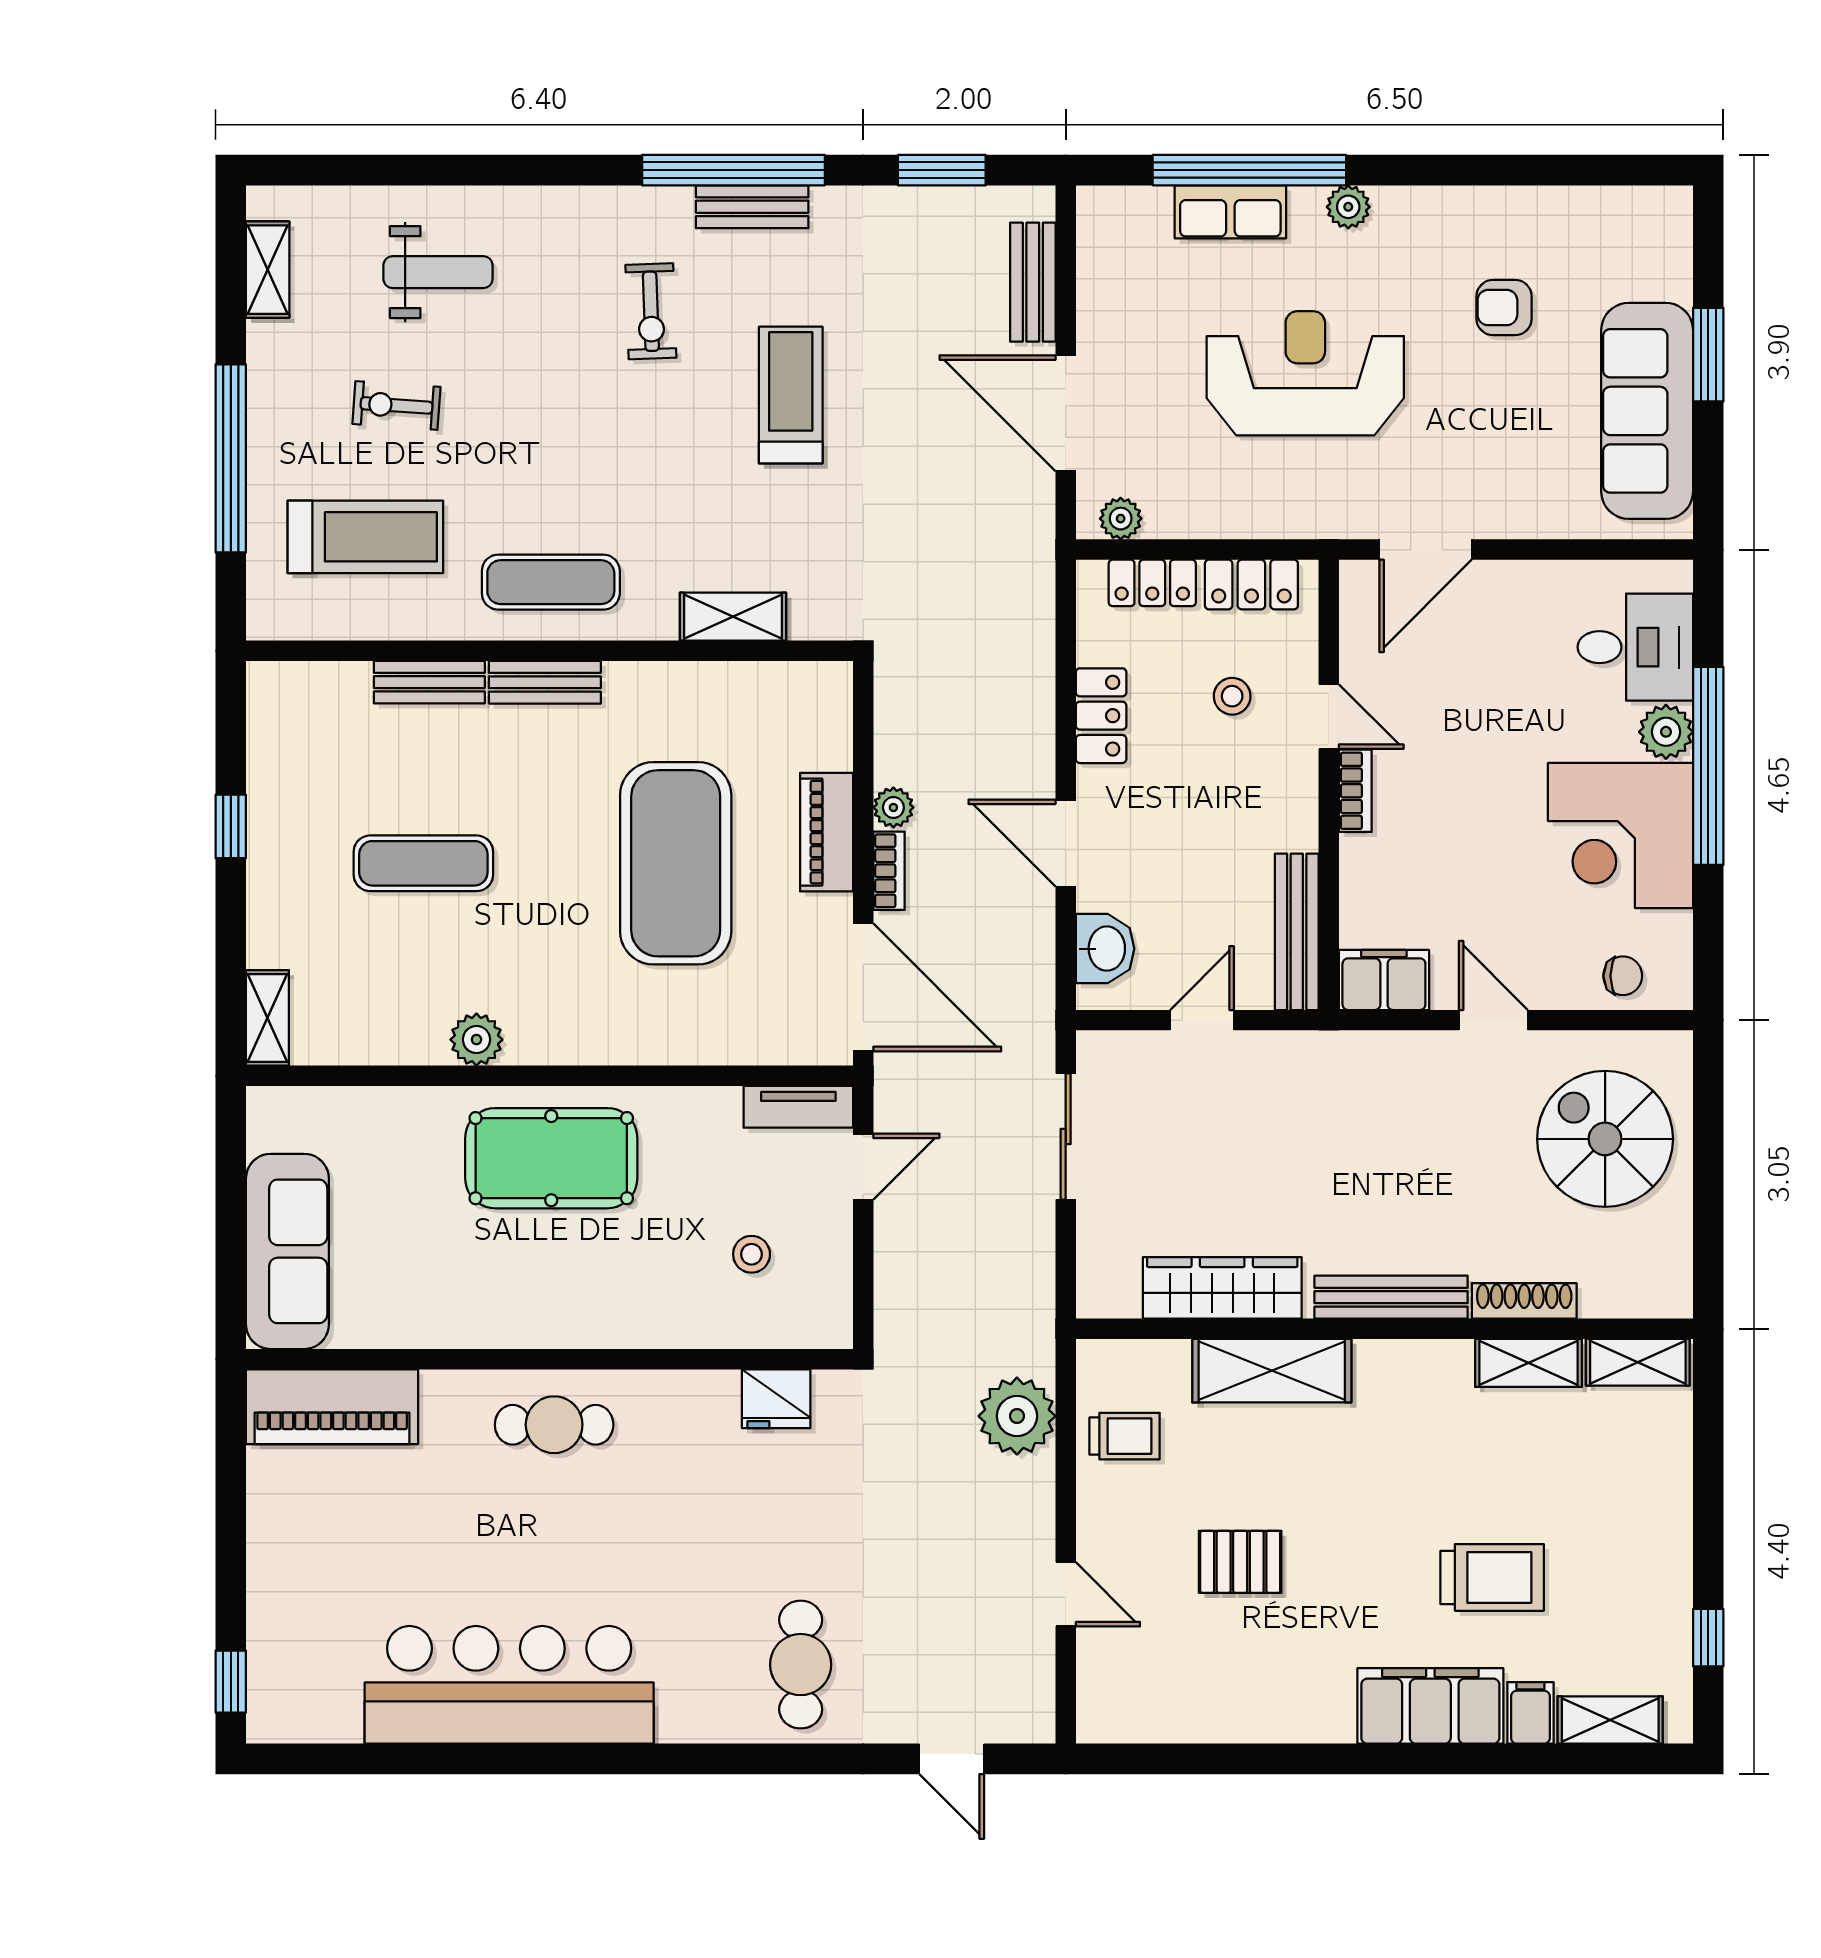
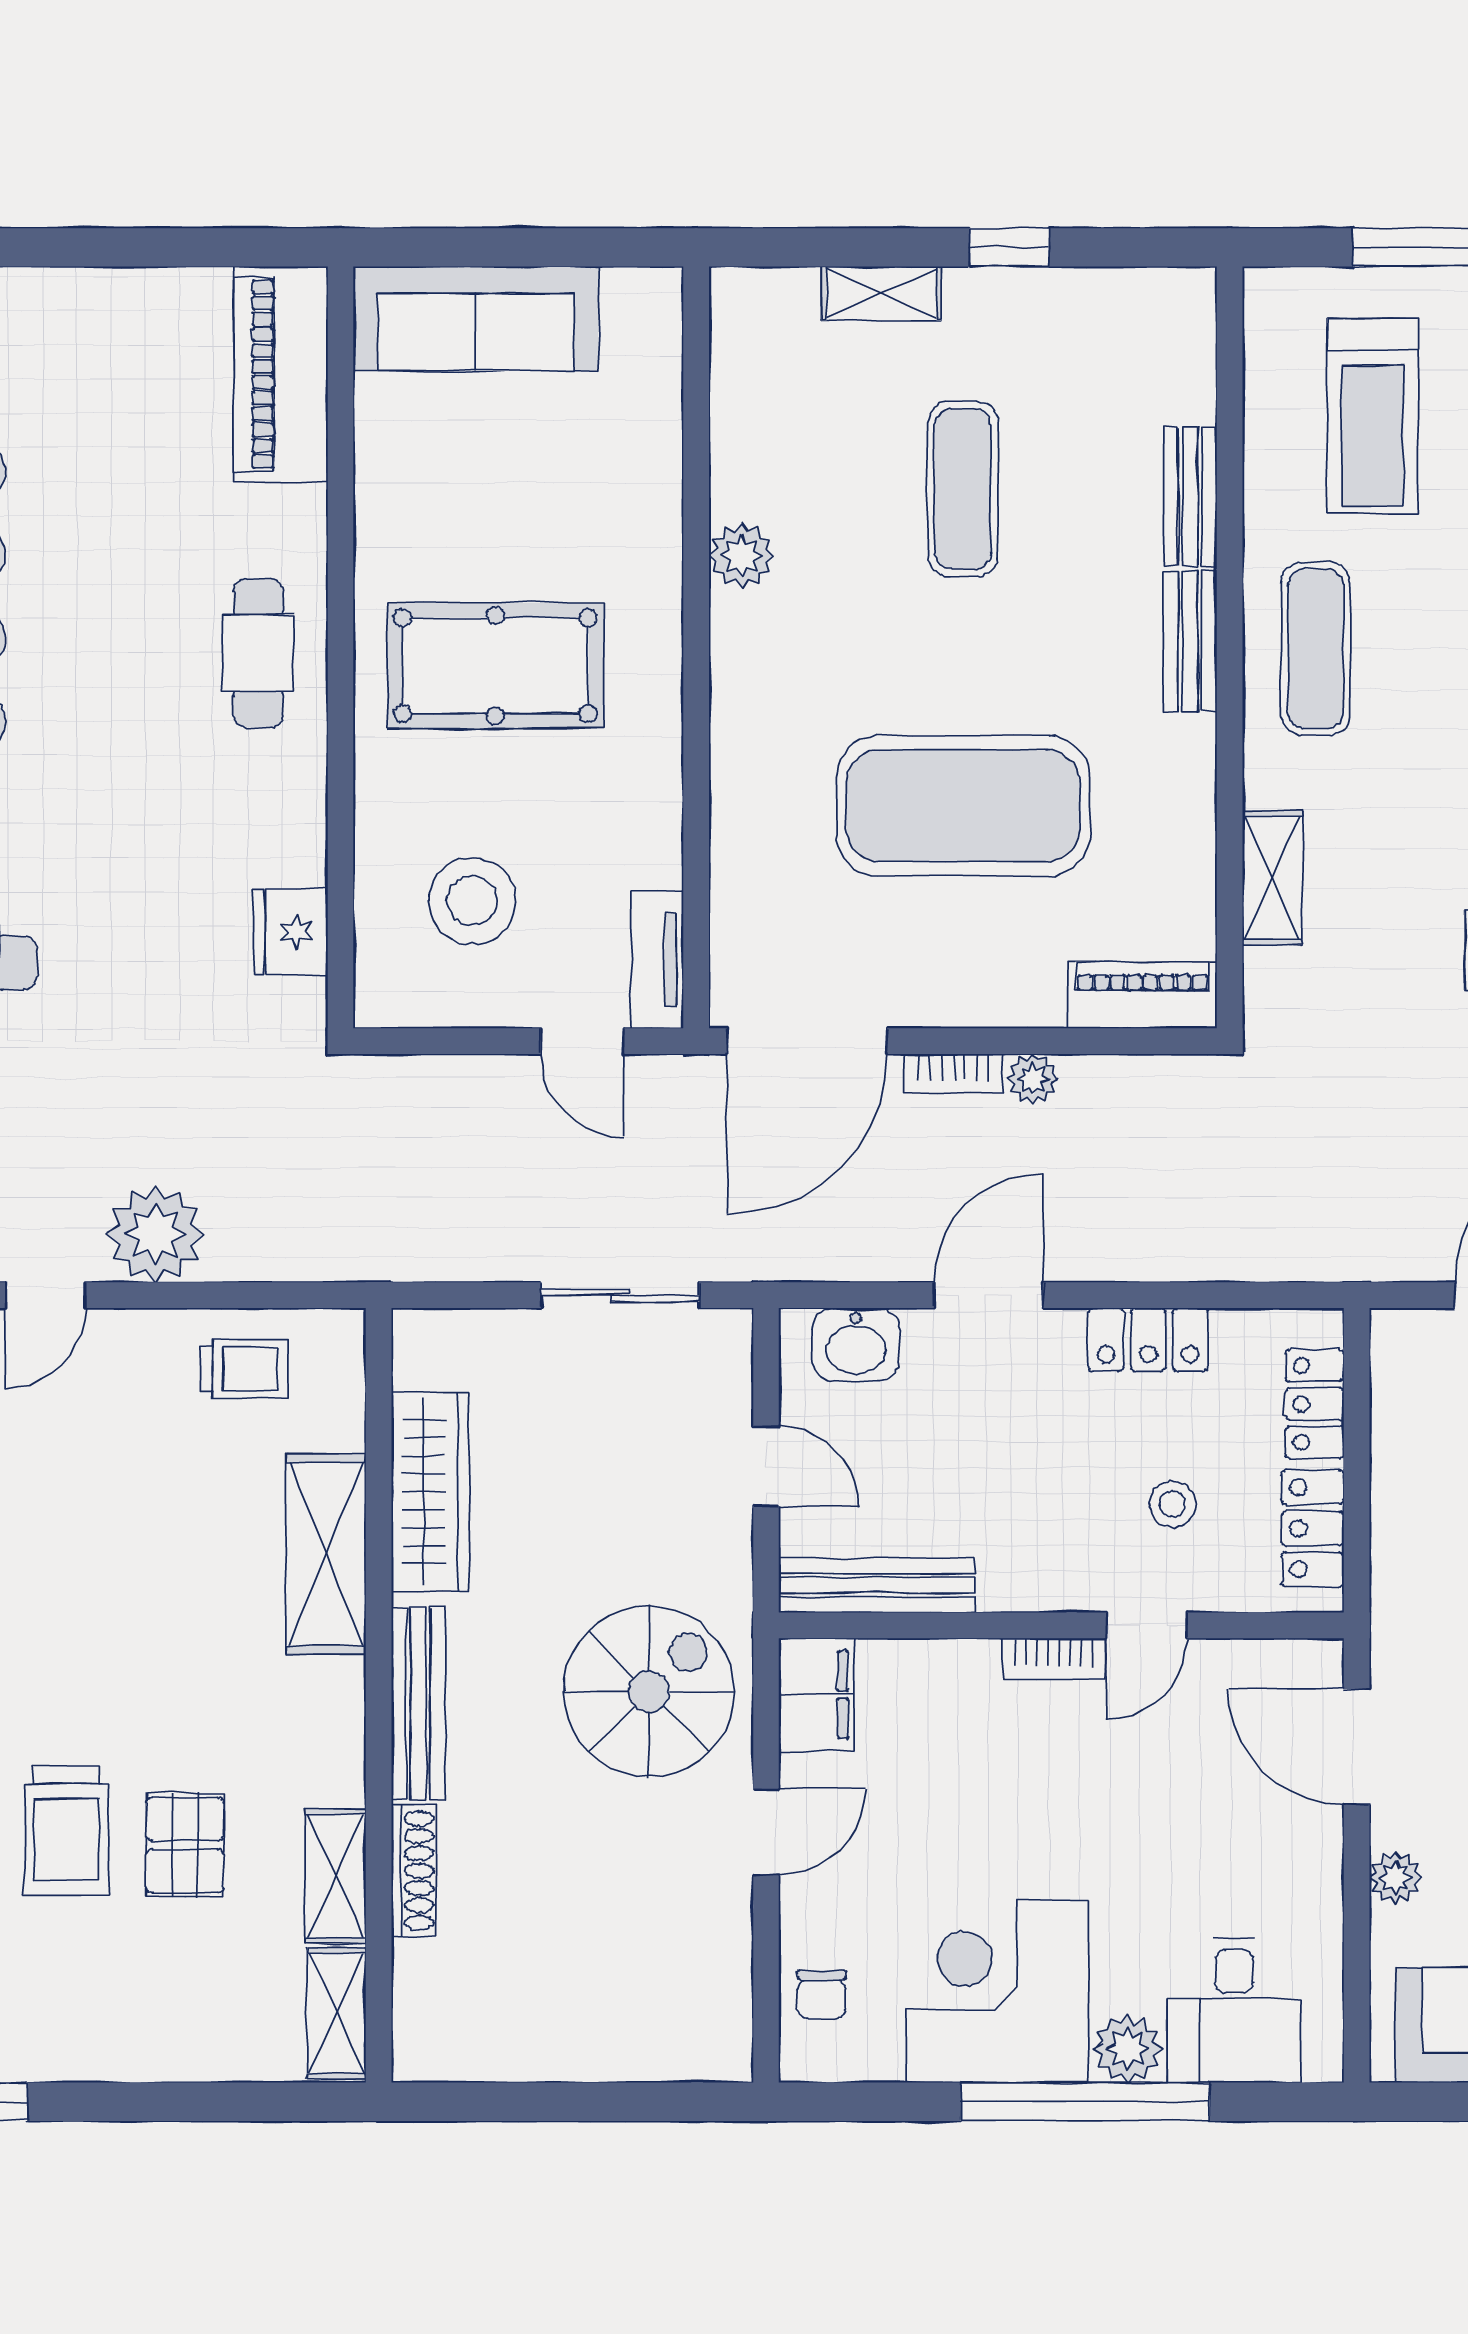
plant: (1121, 519) -> (1395, 1878), moved
piano: (827, 832) -> (1142, 995), moved
shelving: (267, 1018) -> (882, 293), moved
spiral stairs: (1605, 1139) -> (649, 1692), moved
pool table: (551, 1158) -> (496, 666), moved, turned 90
stool: (752, 1254) -> (472, 901), width x1.89, depth x1.89
plant: (1017, 1416) -> (155, 1234), moved
trolley: (1125, 1436) -> (244, 1369), turned -90
pallet: (1240, 1562) -> (185, 1845), moved

